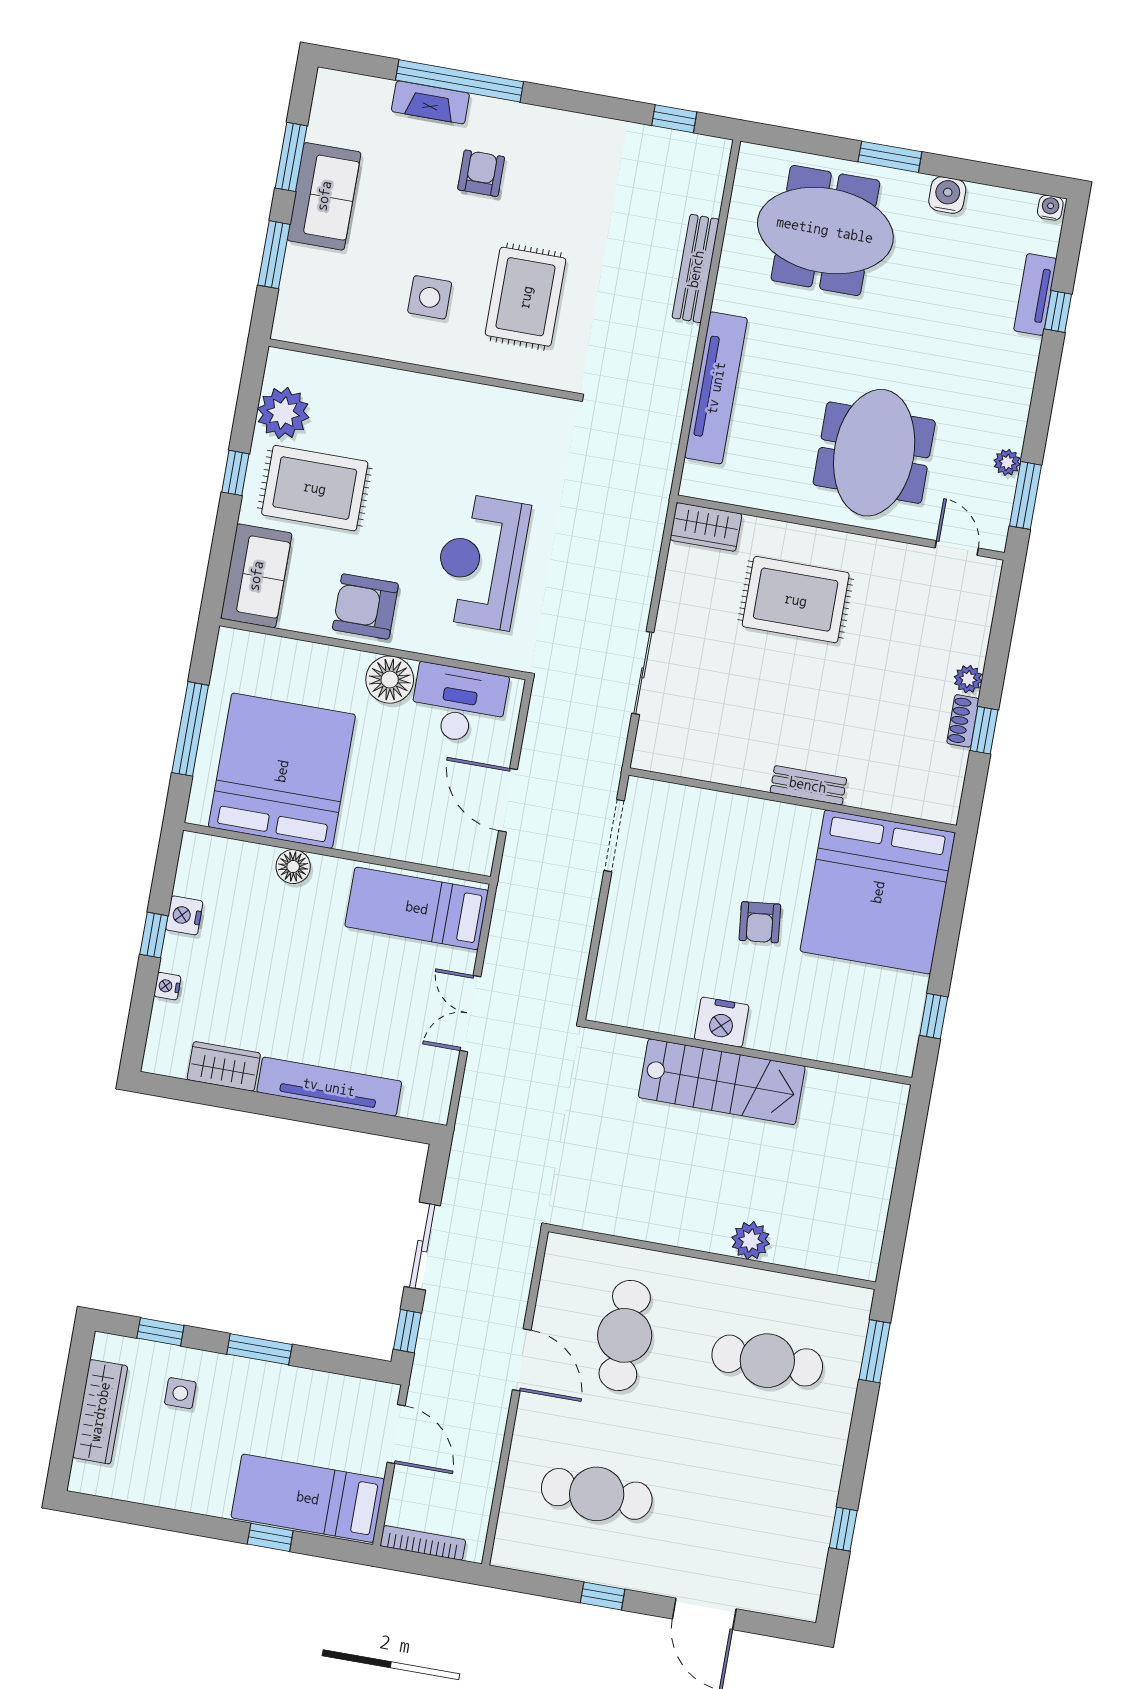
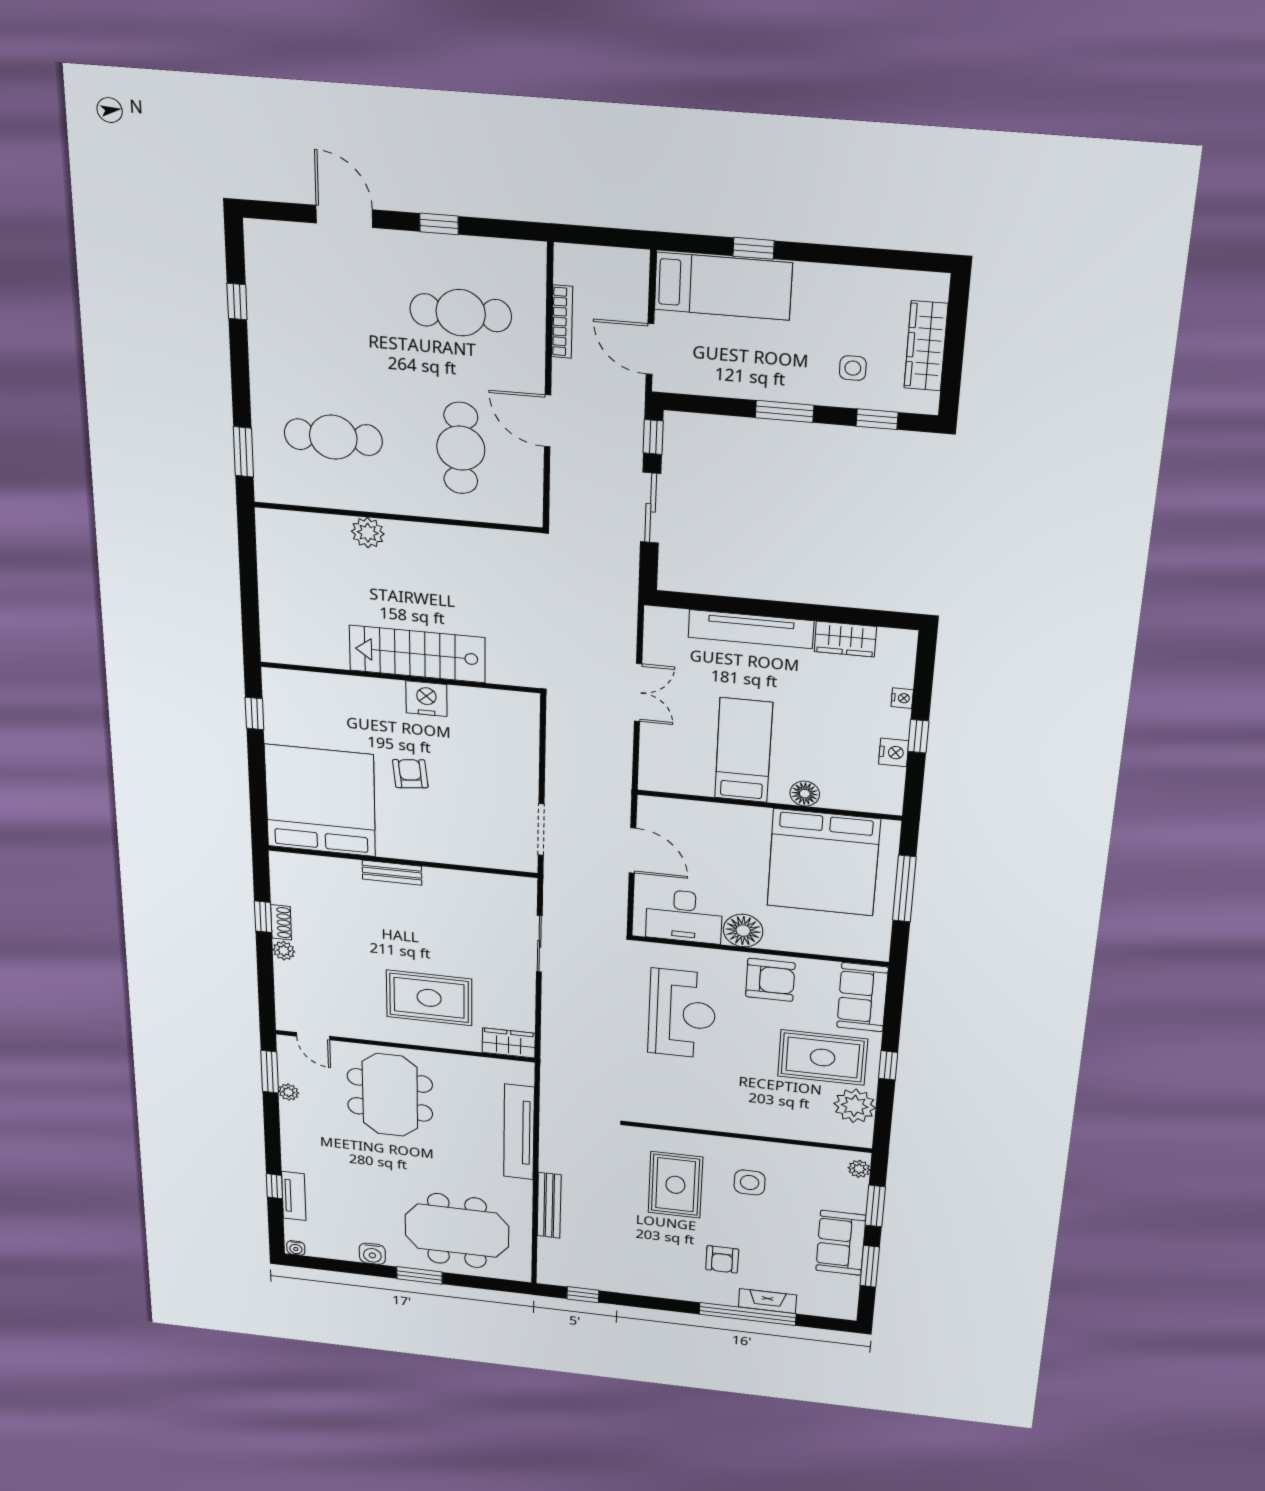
plant: (288, 315) -> (859, 1169), added
bed: (417, 908) -> (744, 750), moved, turned -90
bookcase: (423, 1543) -> (562, 322), moved, turned -90

